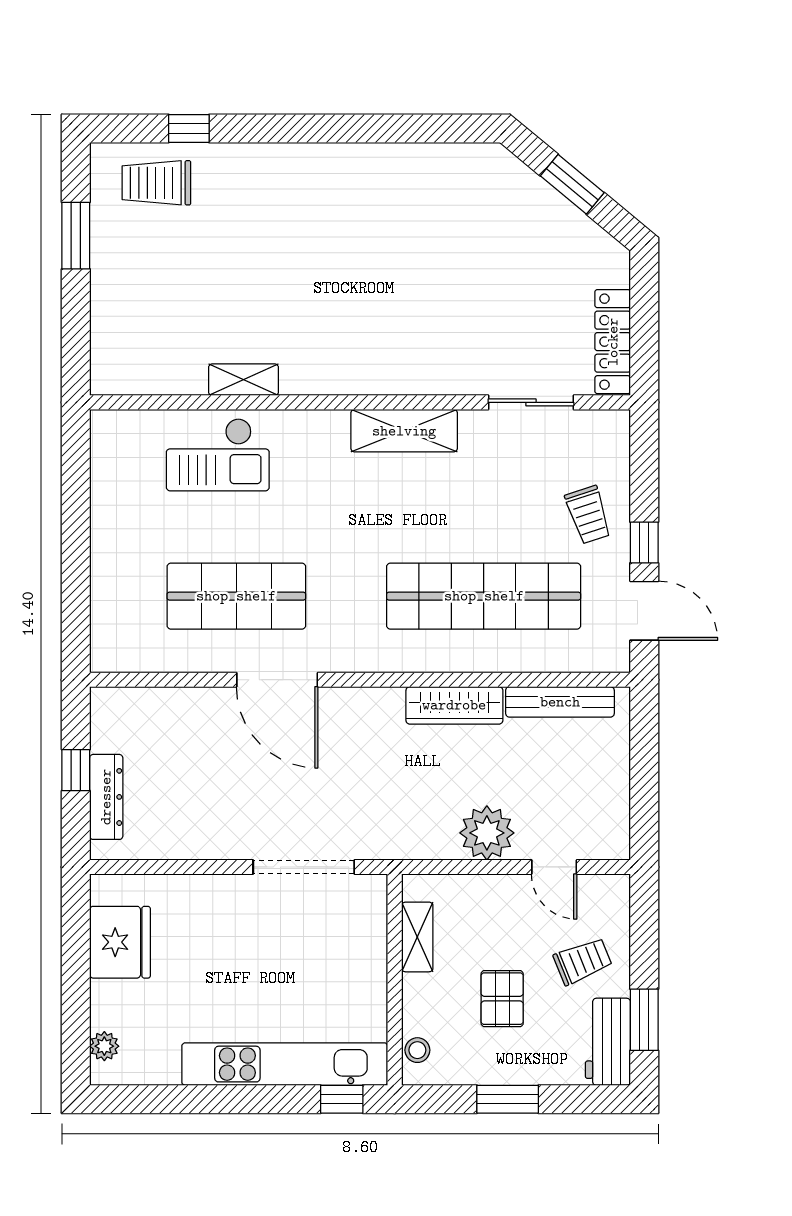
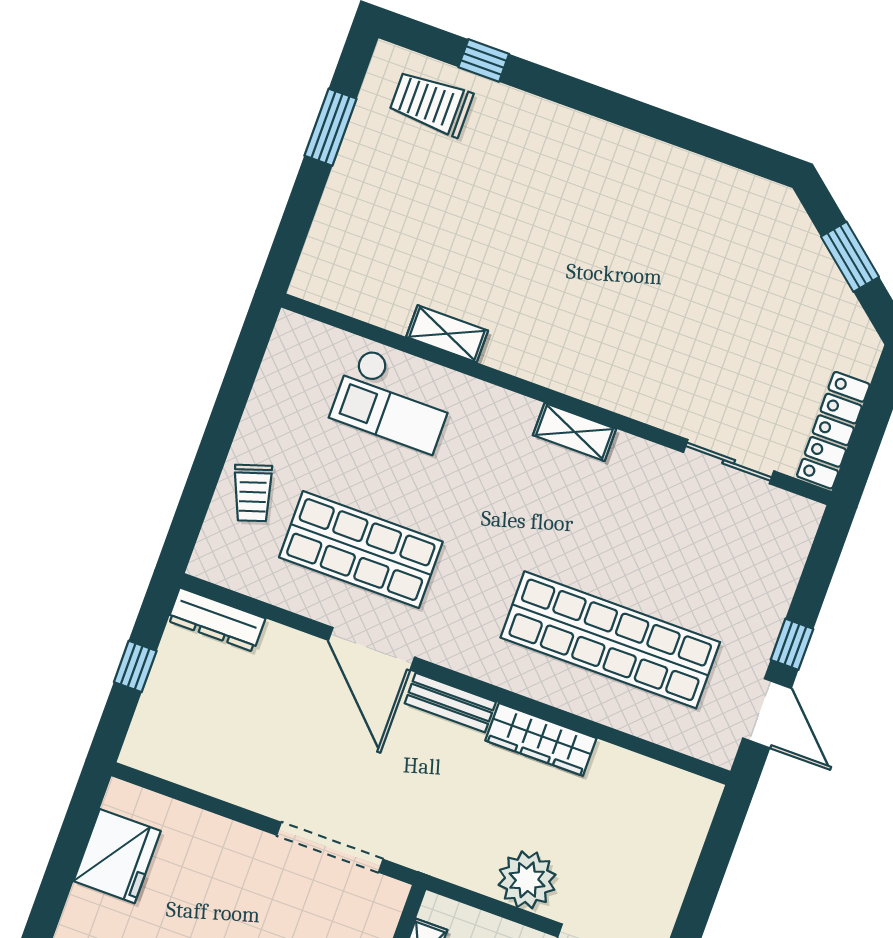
shelving: (404, 431) -> (575, 432), width x0.67, depth x0.75
trolley: (588, 515) -> (253, 493), moved
bench: (560, 702) -> (450, 703), moved, width x0.73
dresser: (106, 797) -> (217, 620), moved, turned 90

